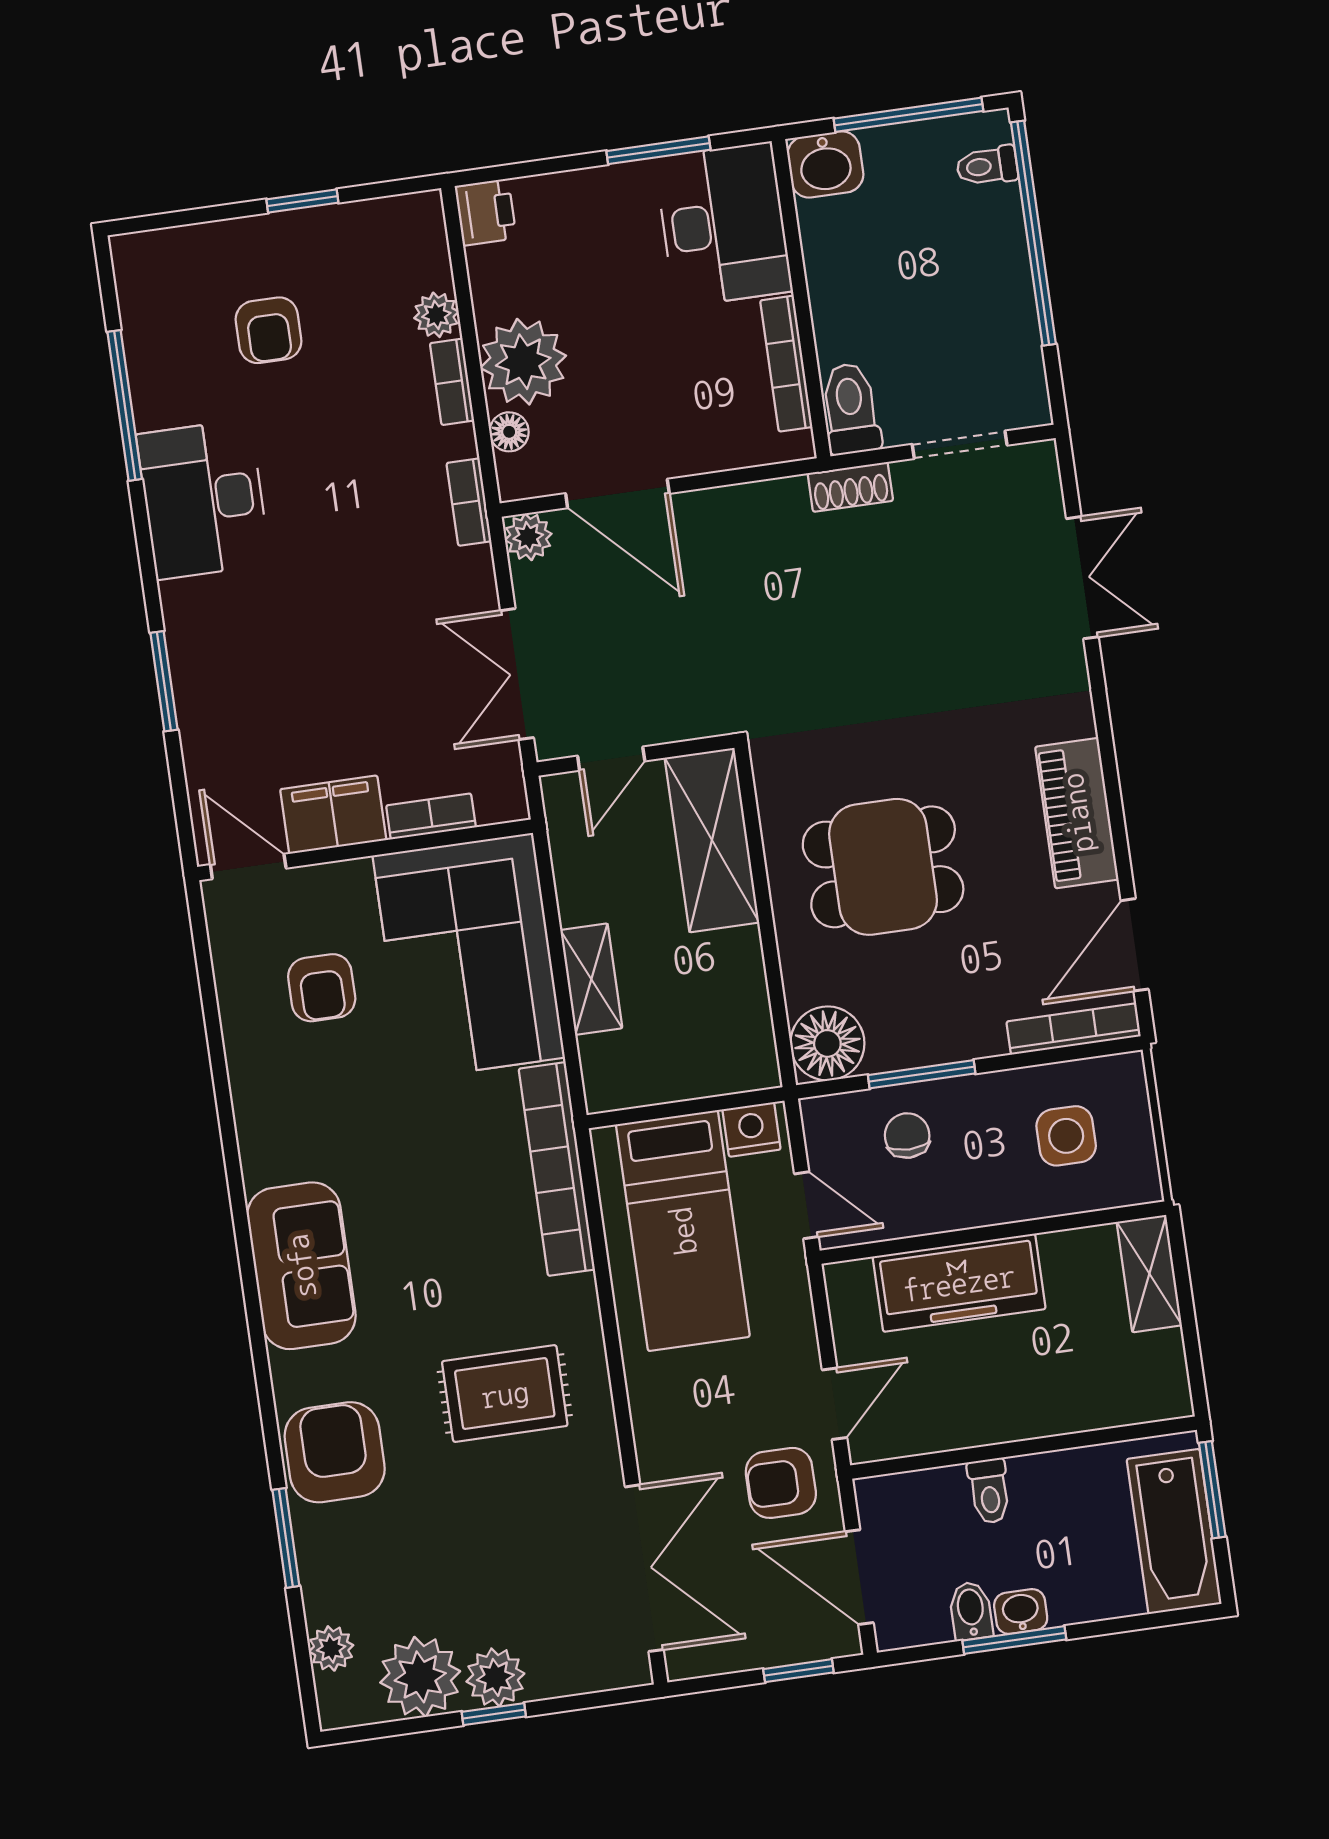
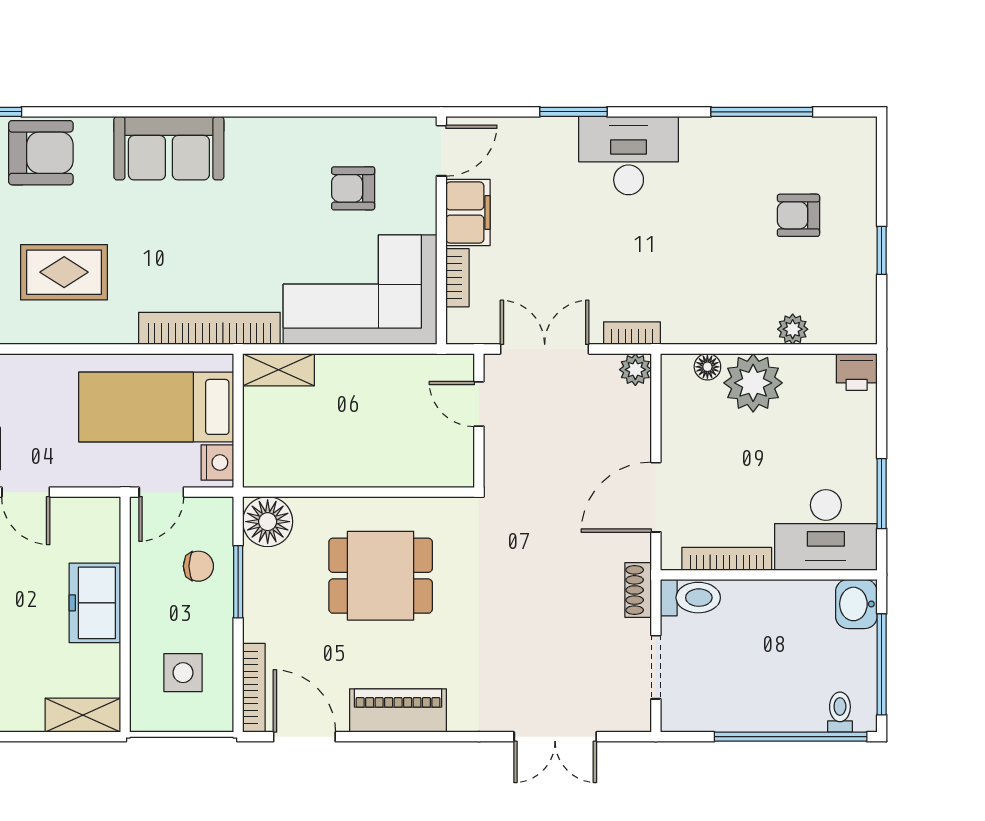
bookcase: (452, 382) -> (746, 333), removed
door: (617, 493) -> (656, 497), moved
desk: (203, 499) -> (629, 156), moved
bookcase: (469, 502) -> (632, 333), moved
shelving: (712, 840) -> (415, 464), removed
dining table: (883, 867) -> (381, 576), turned 90
shelving: (591, 979) -> (278, 370), moved
freezer: (959, 1283) -> (95, 603), width x0.71
rug: (505, 1394) -> (64, 272), turned 90

